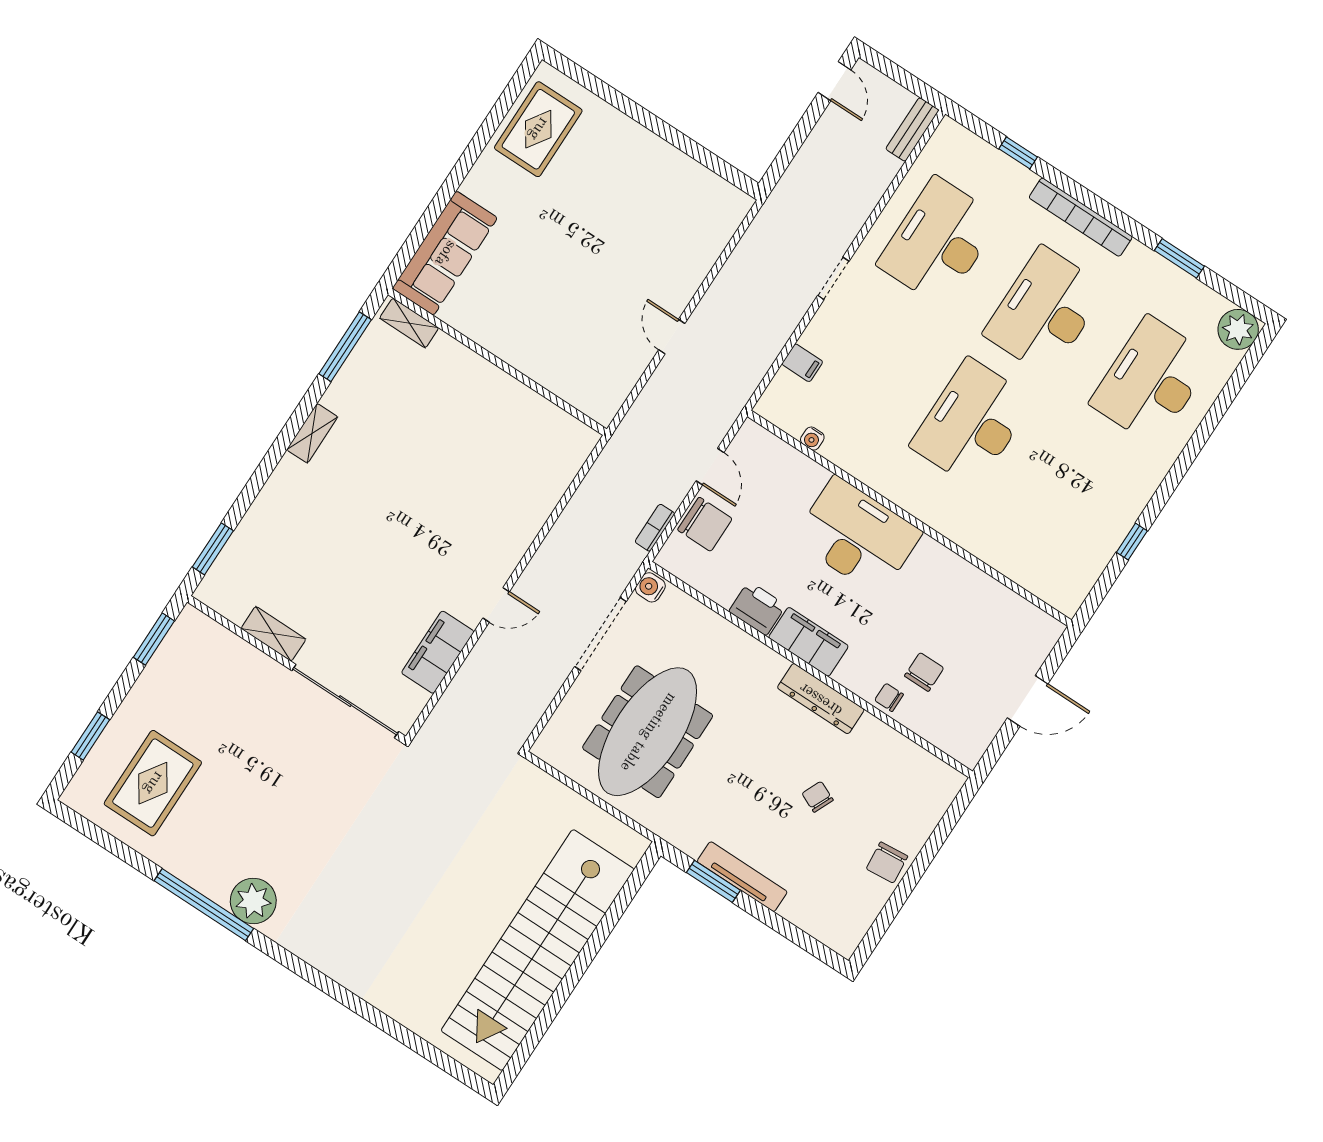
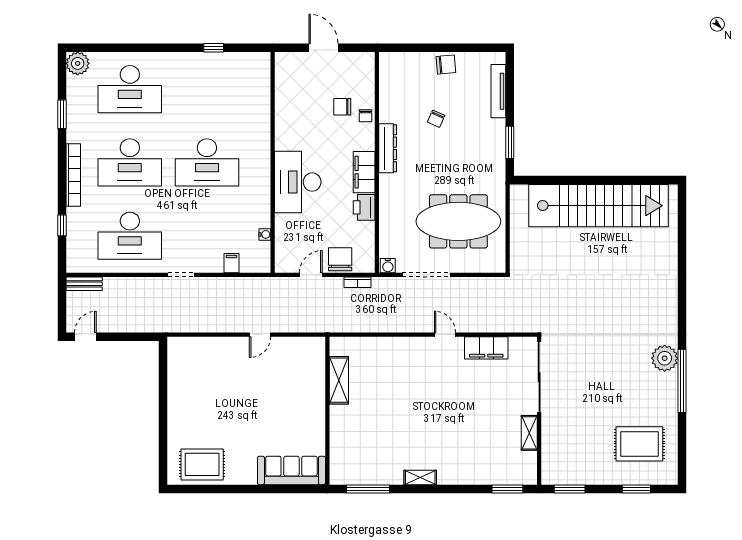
shelving: (409, 323) -> (339, 380), moved, width x1.50, depth x1.33
tv unit: (742, 877) -> (498, 91), moved

